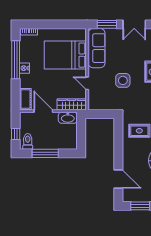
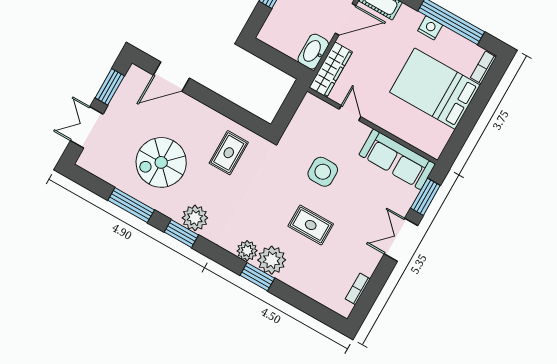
bed: (65, 55) -> (435, 89), moved, turned -90
door: (87, 83) -> (350, 113), hinge flipped

